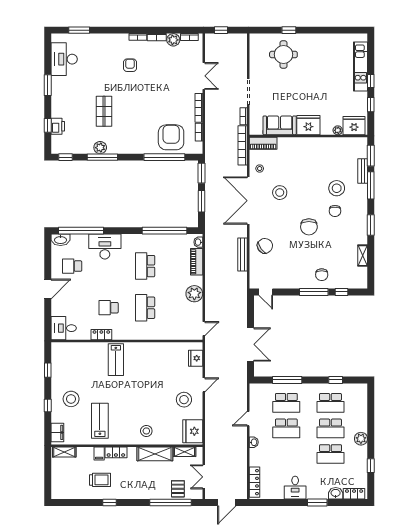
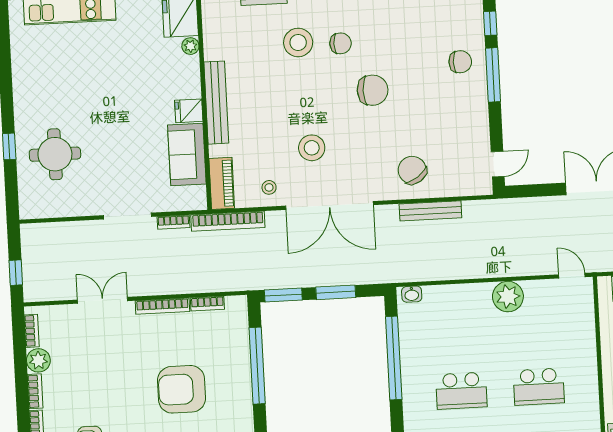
fridge: (308, 125) -> (189, 111), width x0.53, depth x0.75
armchair: (171, 137) -> (182, 389), moved
bench: (307, 143) -> (216, 103), added
piano: (197, 262) -> (448, 295), removed

